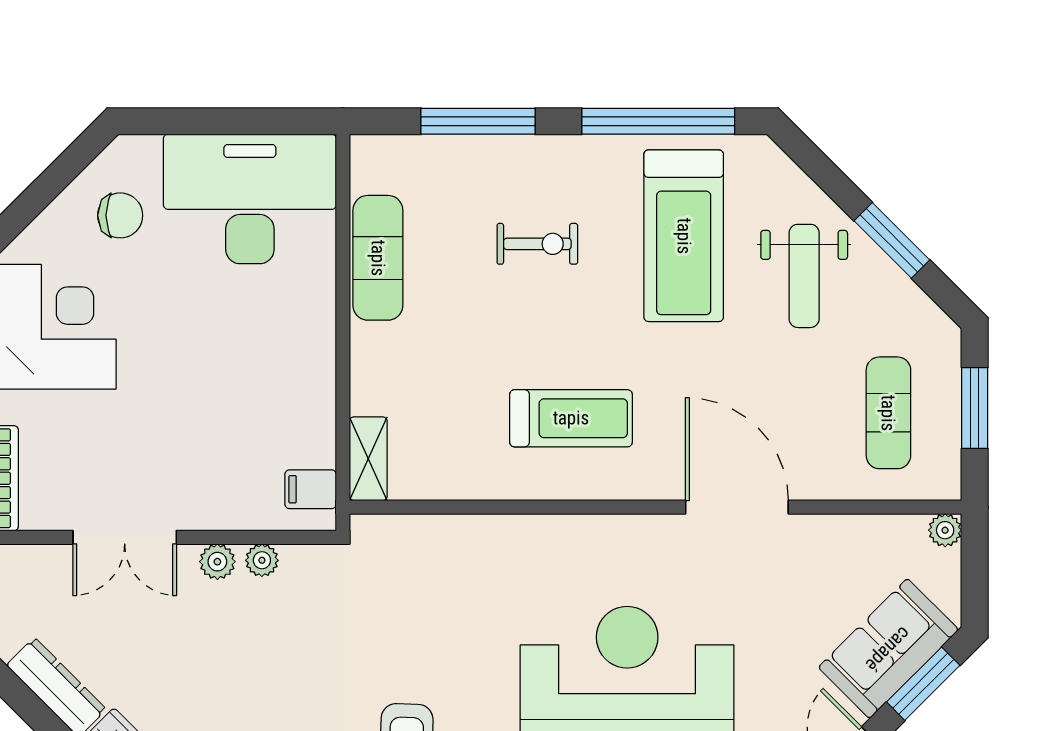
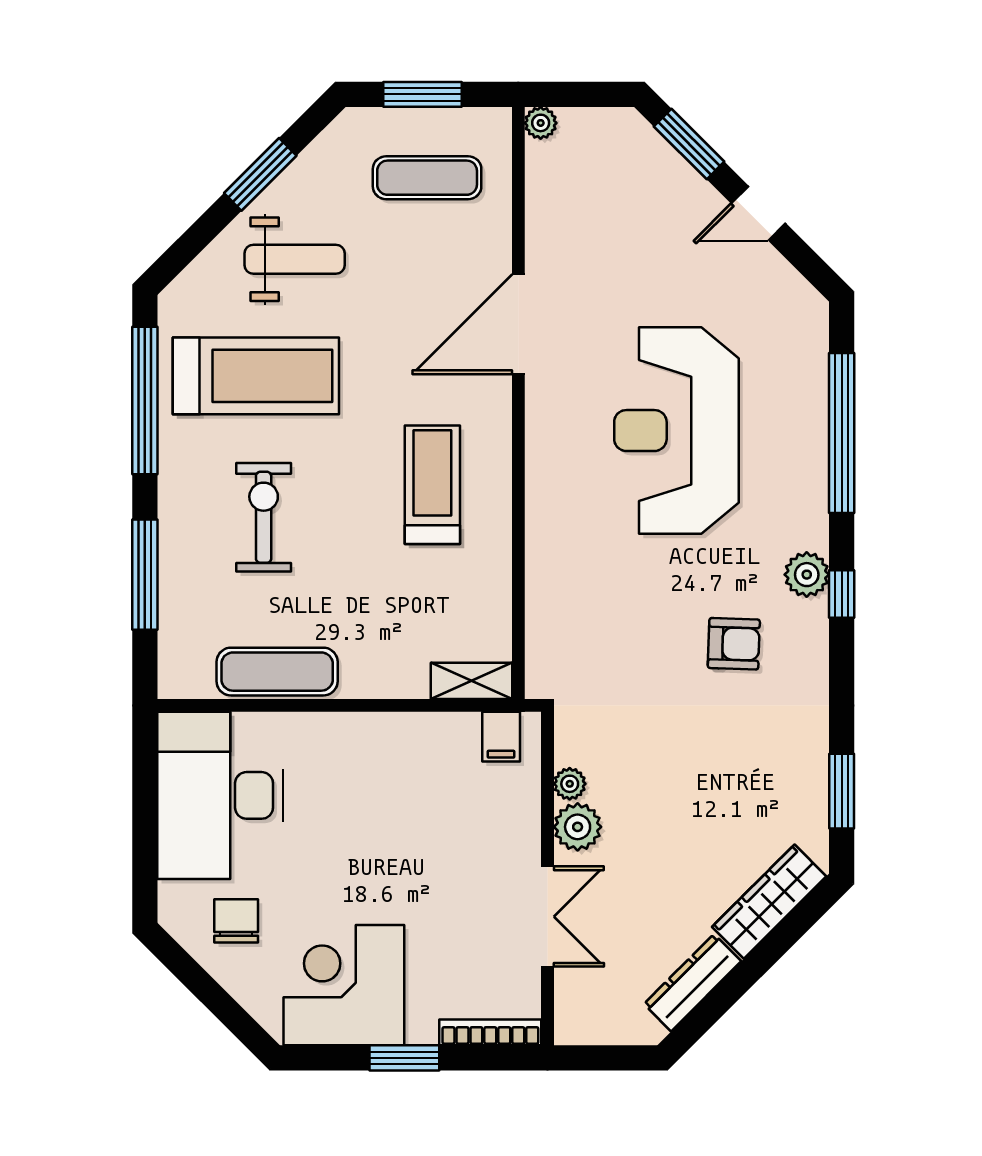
exercise bike: (537, 244) -> (264, 517), width x1.38, depth x1.39
plant: (217, 562) -> (578, 827), width x1.38, depth x1.38
sofa: (888, 649) -> (655, 178), removed

